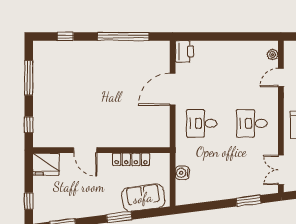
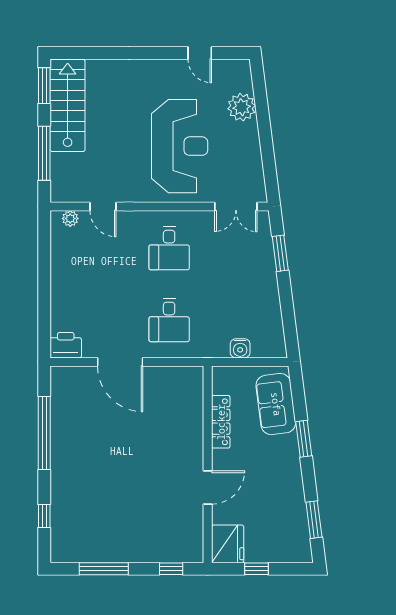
window: (29, 201) -> (256, 569), moved

